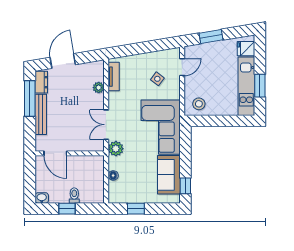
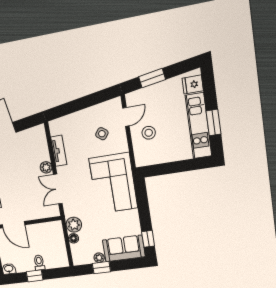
tv unit: (114, 77) -> (59, 151), moved
plant: (99, 88) -> (46, 167), moved
stool: (199, 104) -> (149, 133), moved
plant: (116, 149) -> (74, 225), moved
sofa: (169, 175) -> (124, 248), moved, turned 90
plant: (135, 198) -> (99, 258), added

